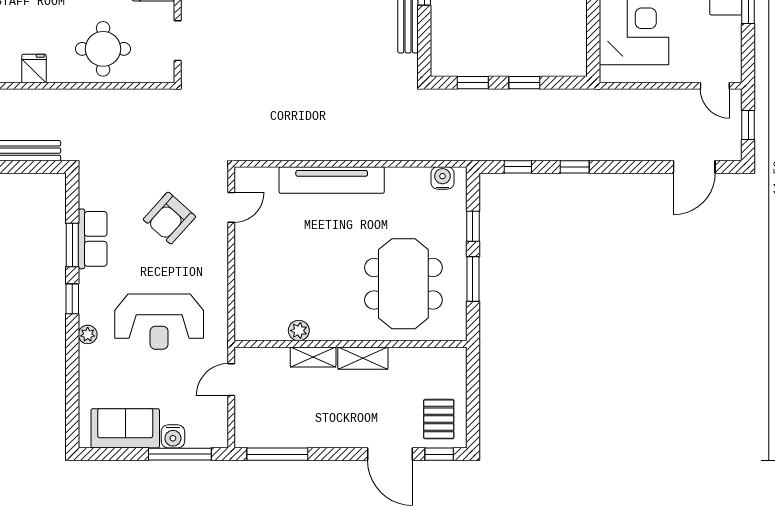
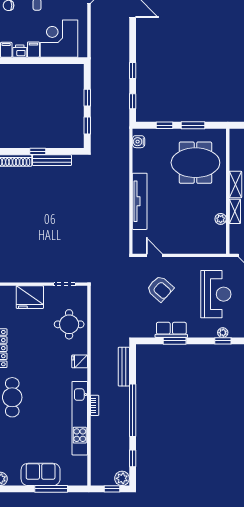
window: (72, 299) -> (223, 341), moved

